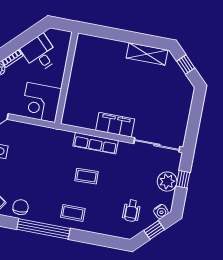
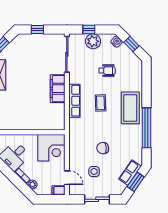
window: (196, 113) -> (37, 30), added
chair: (21, 207) -> (103, 148), moved
wheelchair: (131, 211) -> (107, 71), moved
coffee table: (73, 213) -> (130, 108), width x1.86, depth x1.72

